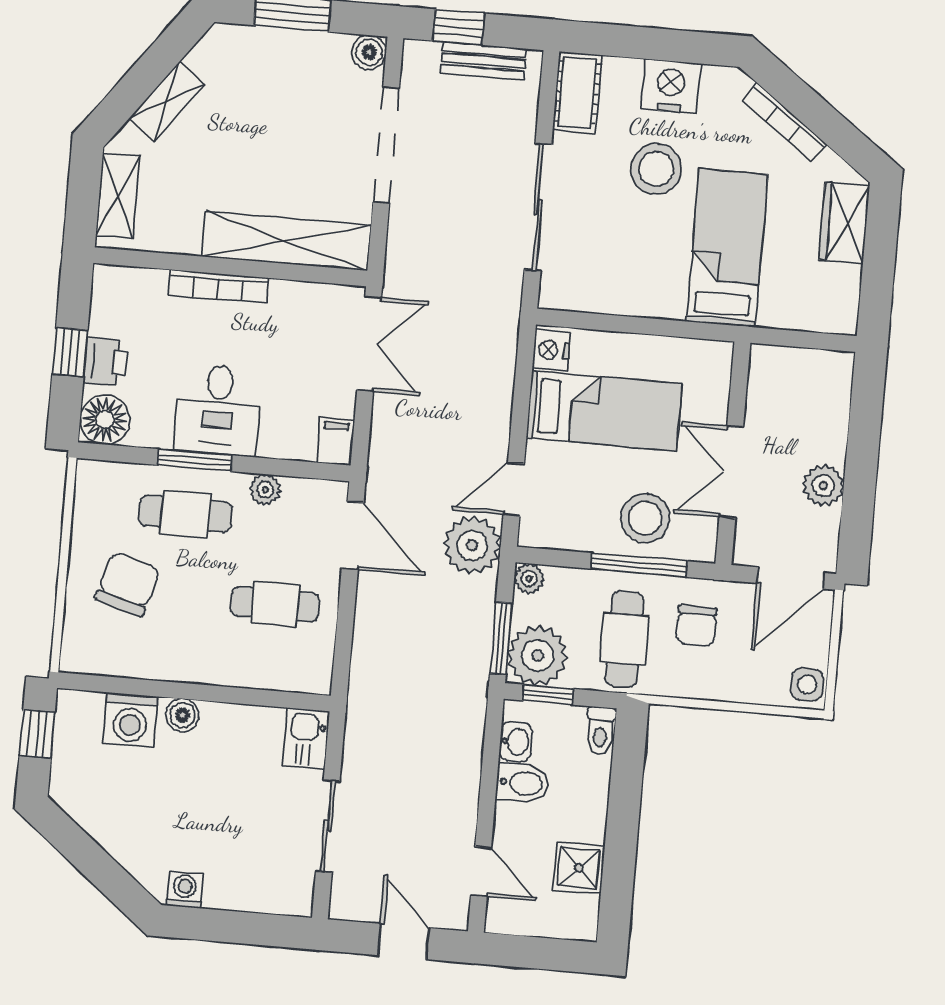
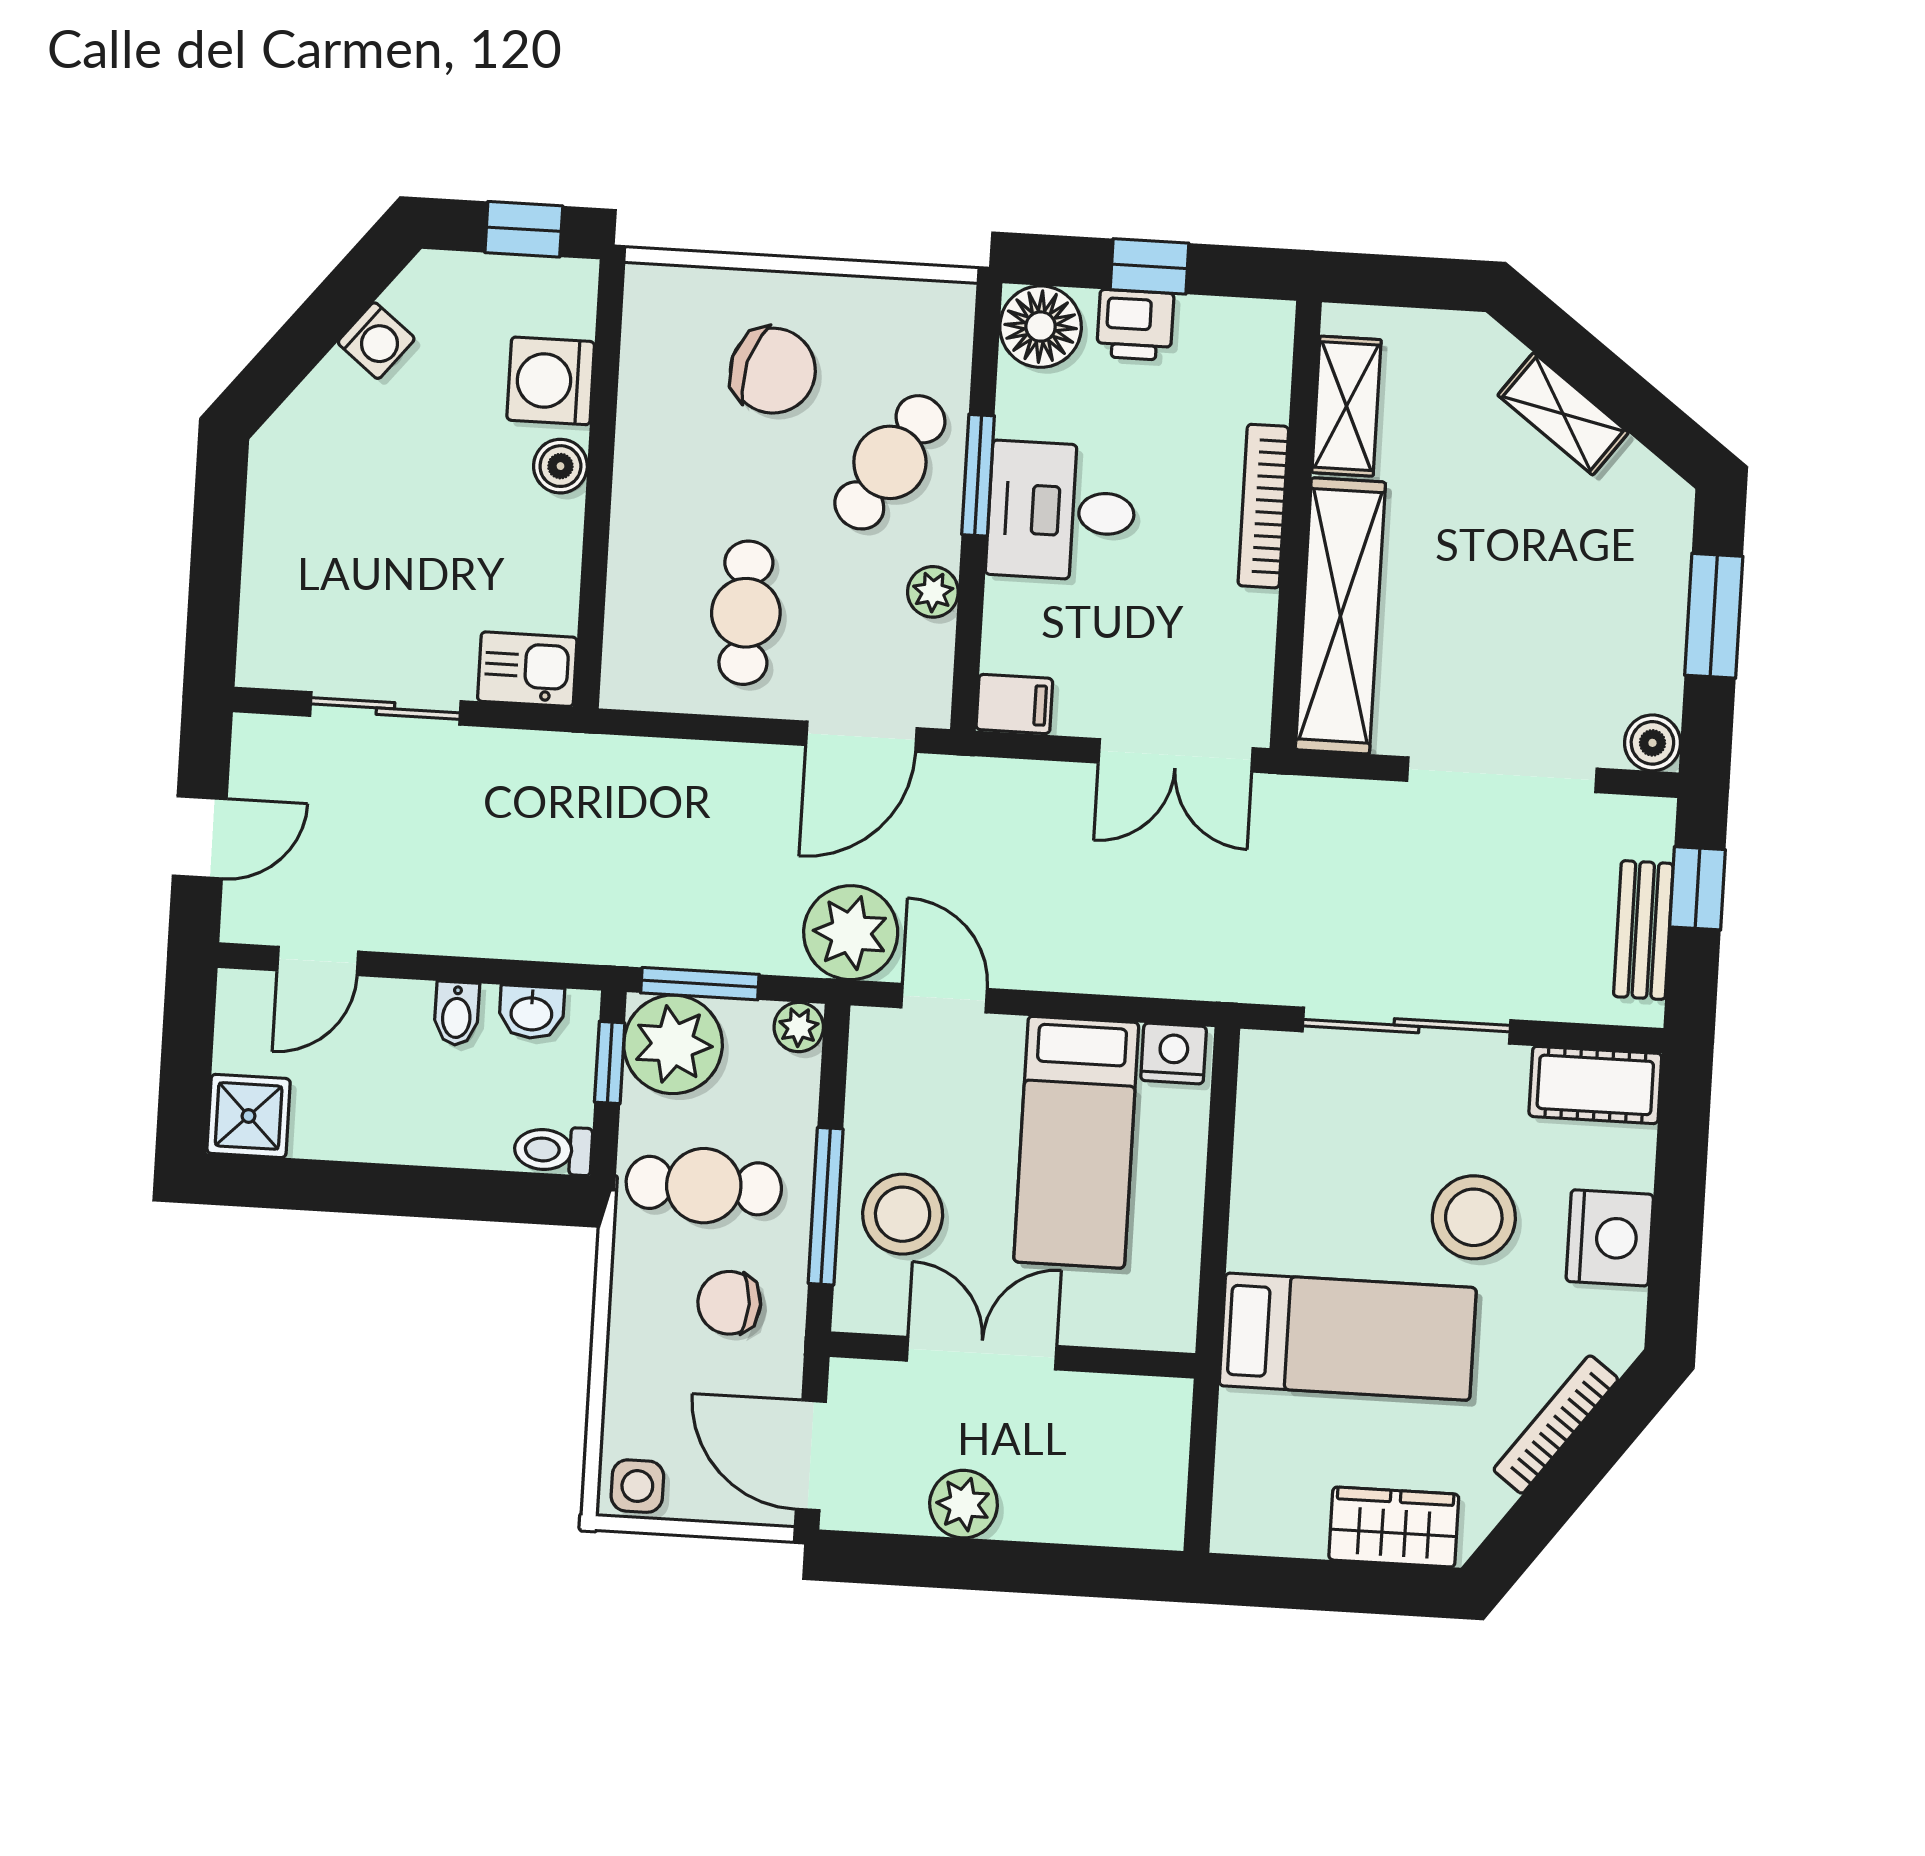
shelving: (118, 196) -> (1347, 406), moved, turned 90
cafe table: (185, 514) -> (890, 462), turned 32
bidet: (523, 783) -> (457, 1014), width x0.72, depth x0.74
shower: (579, 868) -> (249, 1116), moved
washing machine: (185, 890) -> (376, 341), moved, turned 39

